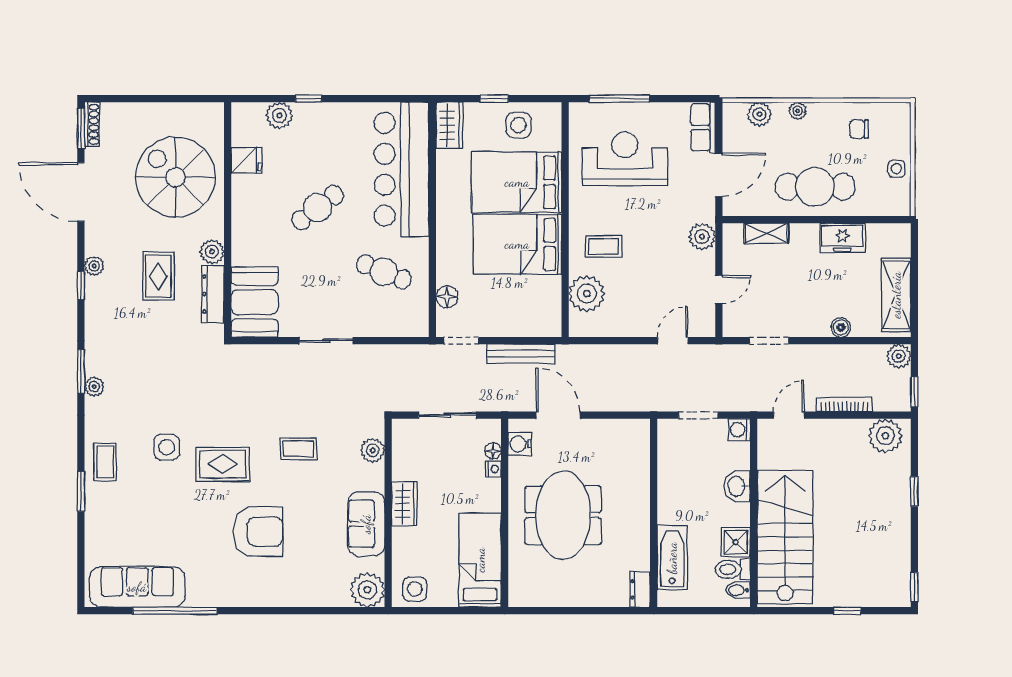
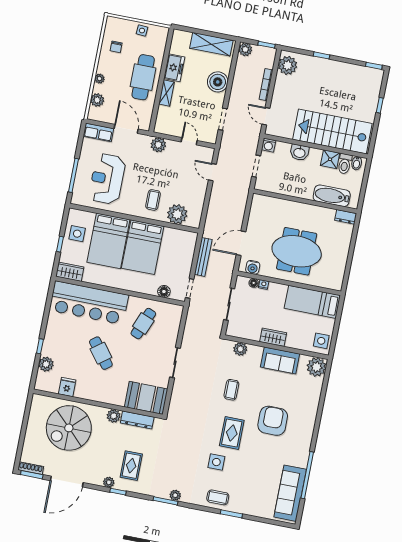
shelving: (766, 233) -> (167, 93), moved
rug: (158, 276) -> (131, 466), moved, turned 90
boiler: (841, 327) -> (218, 82), width x1.86, depth x1.86

